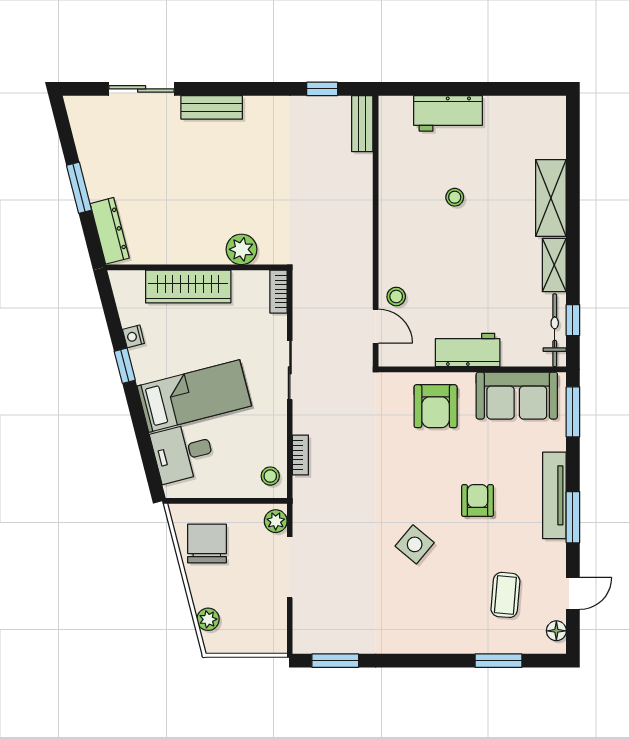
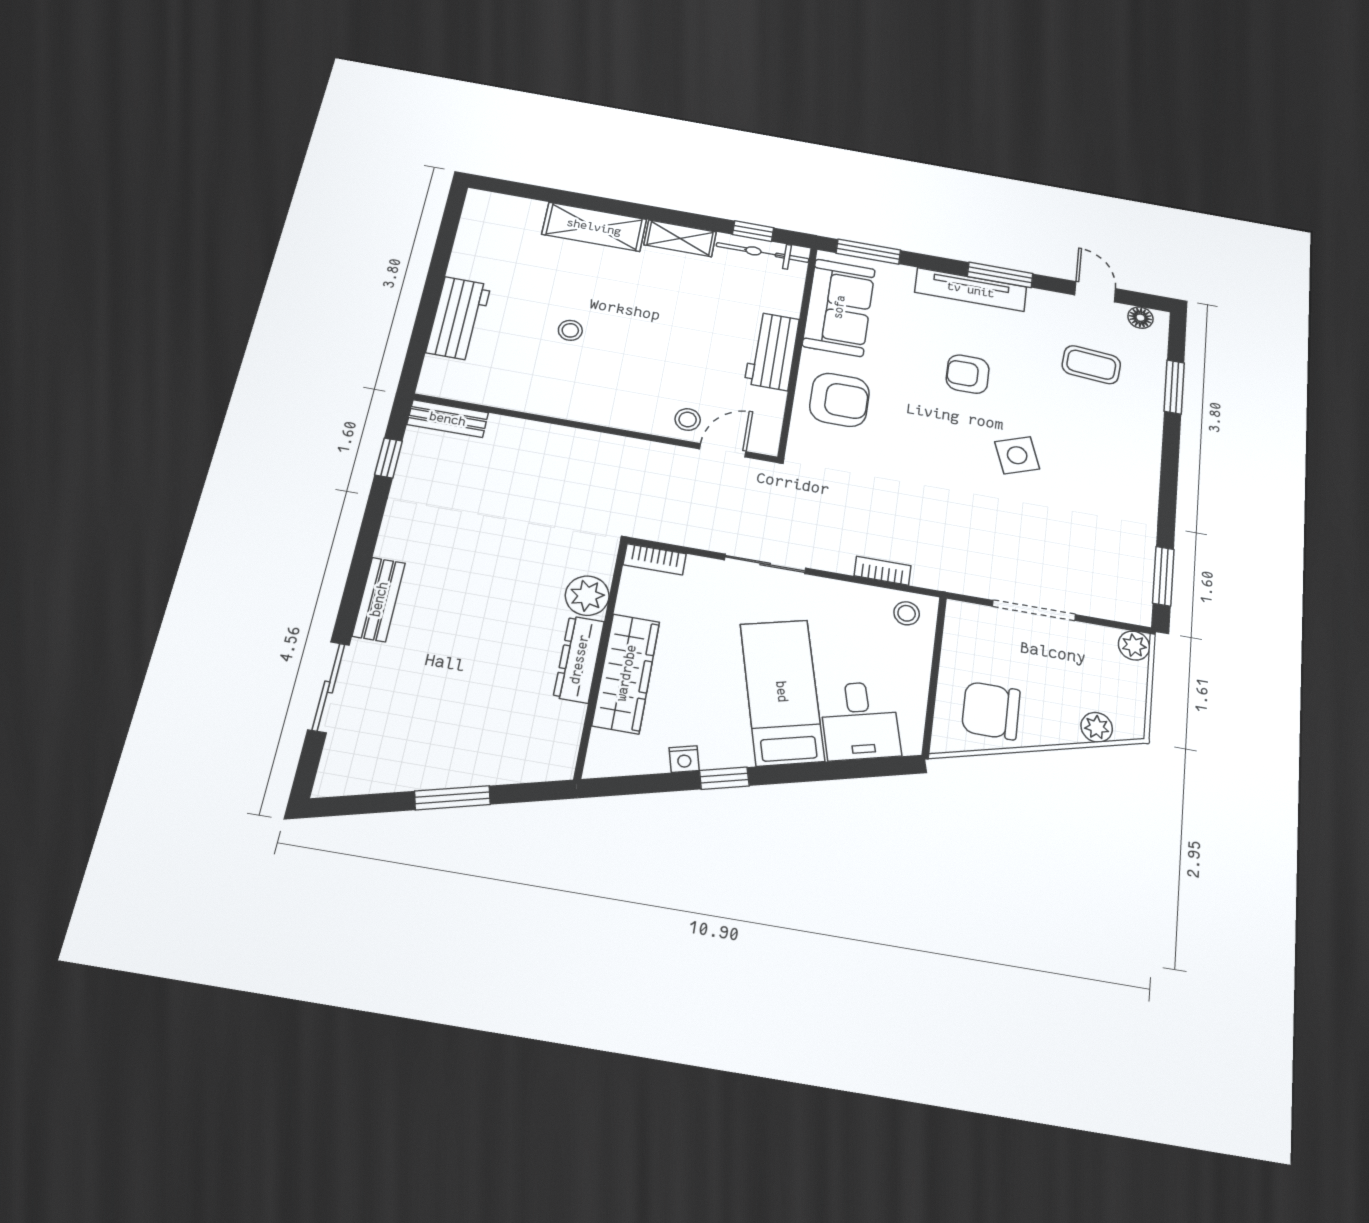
dresser: (110, 231) -> (579, 659), moved, turned -76
plant: (276, 521) -> (1134, 646), moved
side table: (415, 544) -> (1017, 455), turned 30

